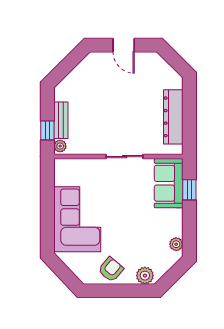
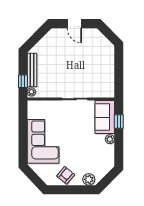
dresser: (173, 117) -> (108, 72), removed
bench: (61, 120) -> (32, 70), width x1.36
plant: (176, 244) -> (110, 139), moved

